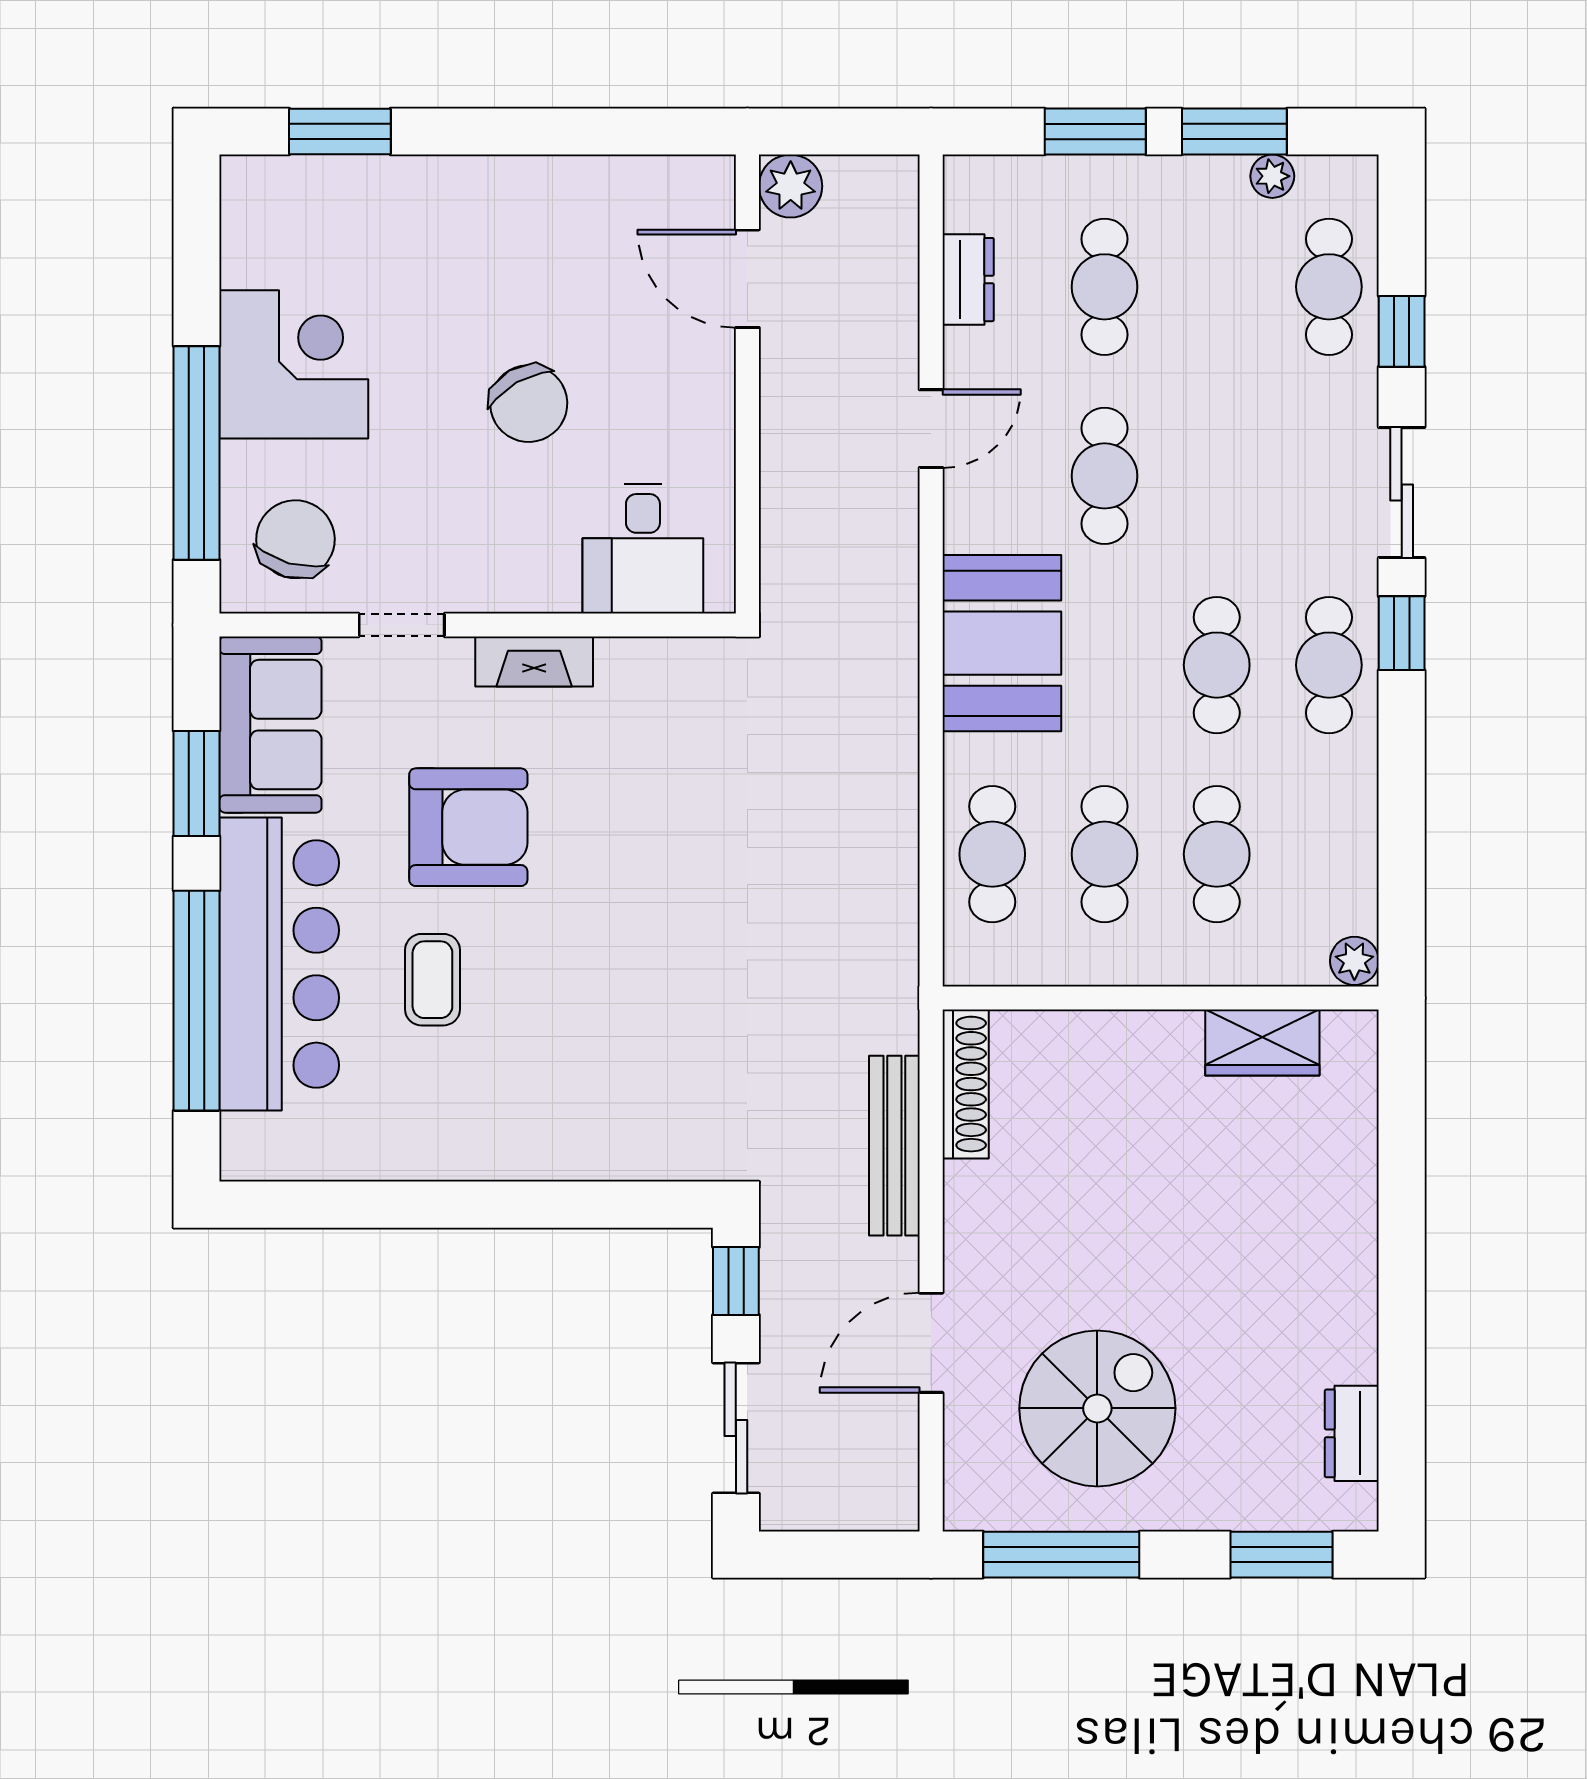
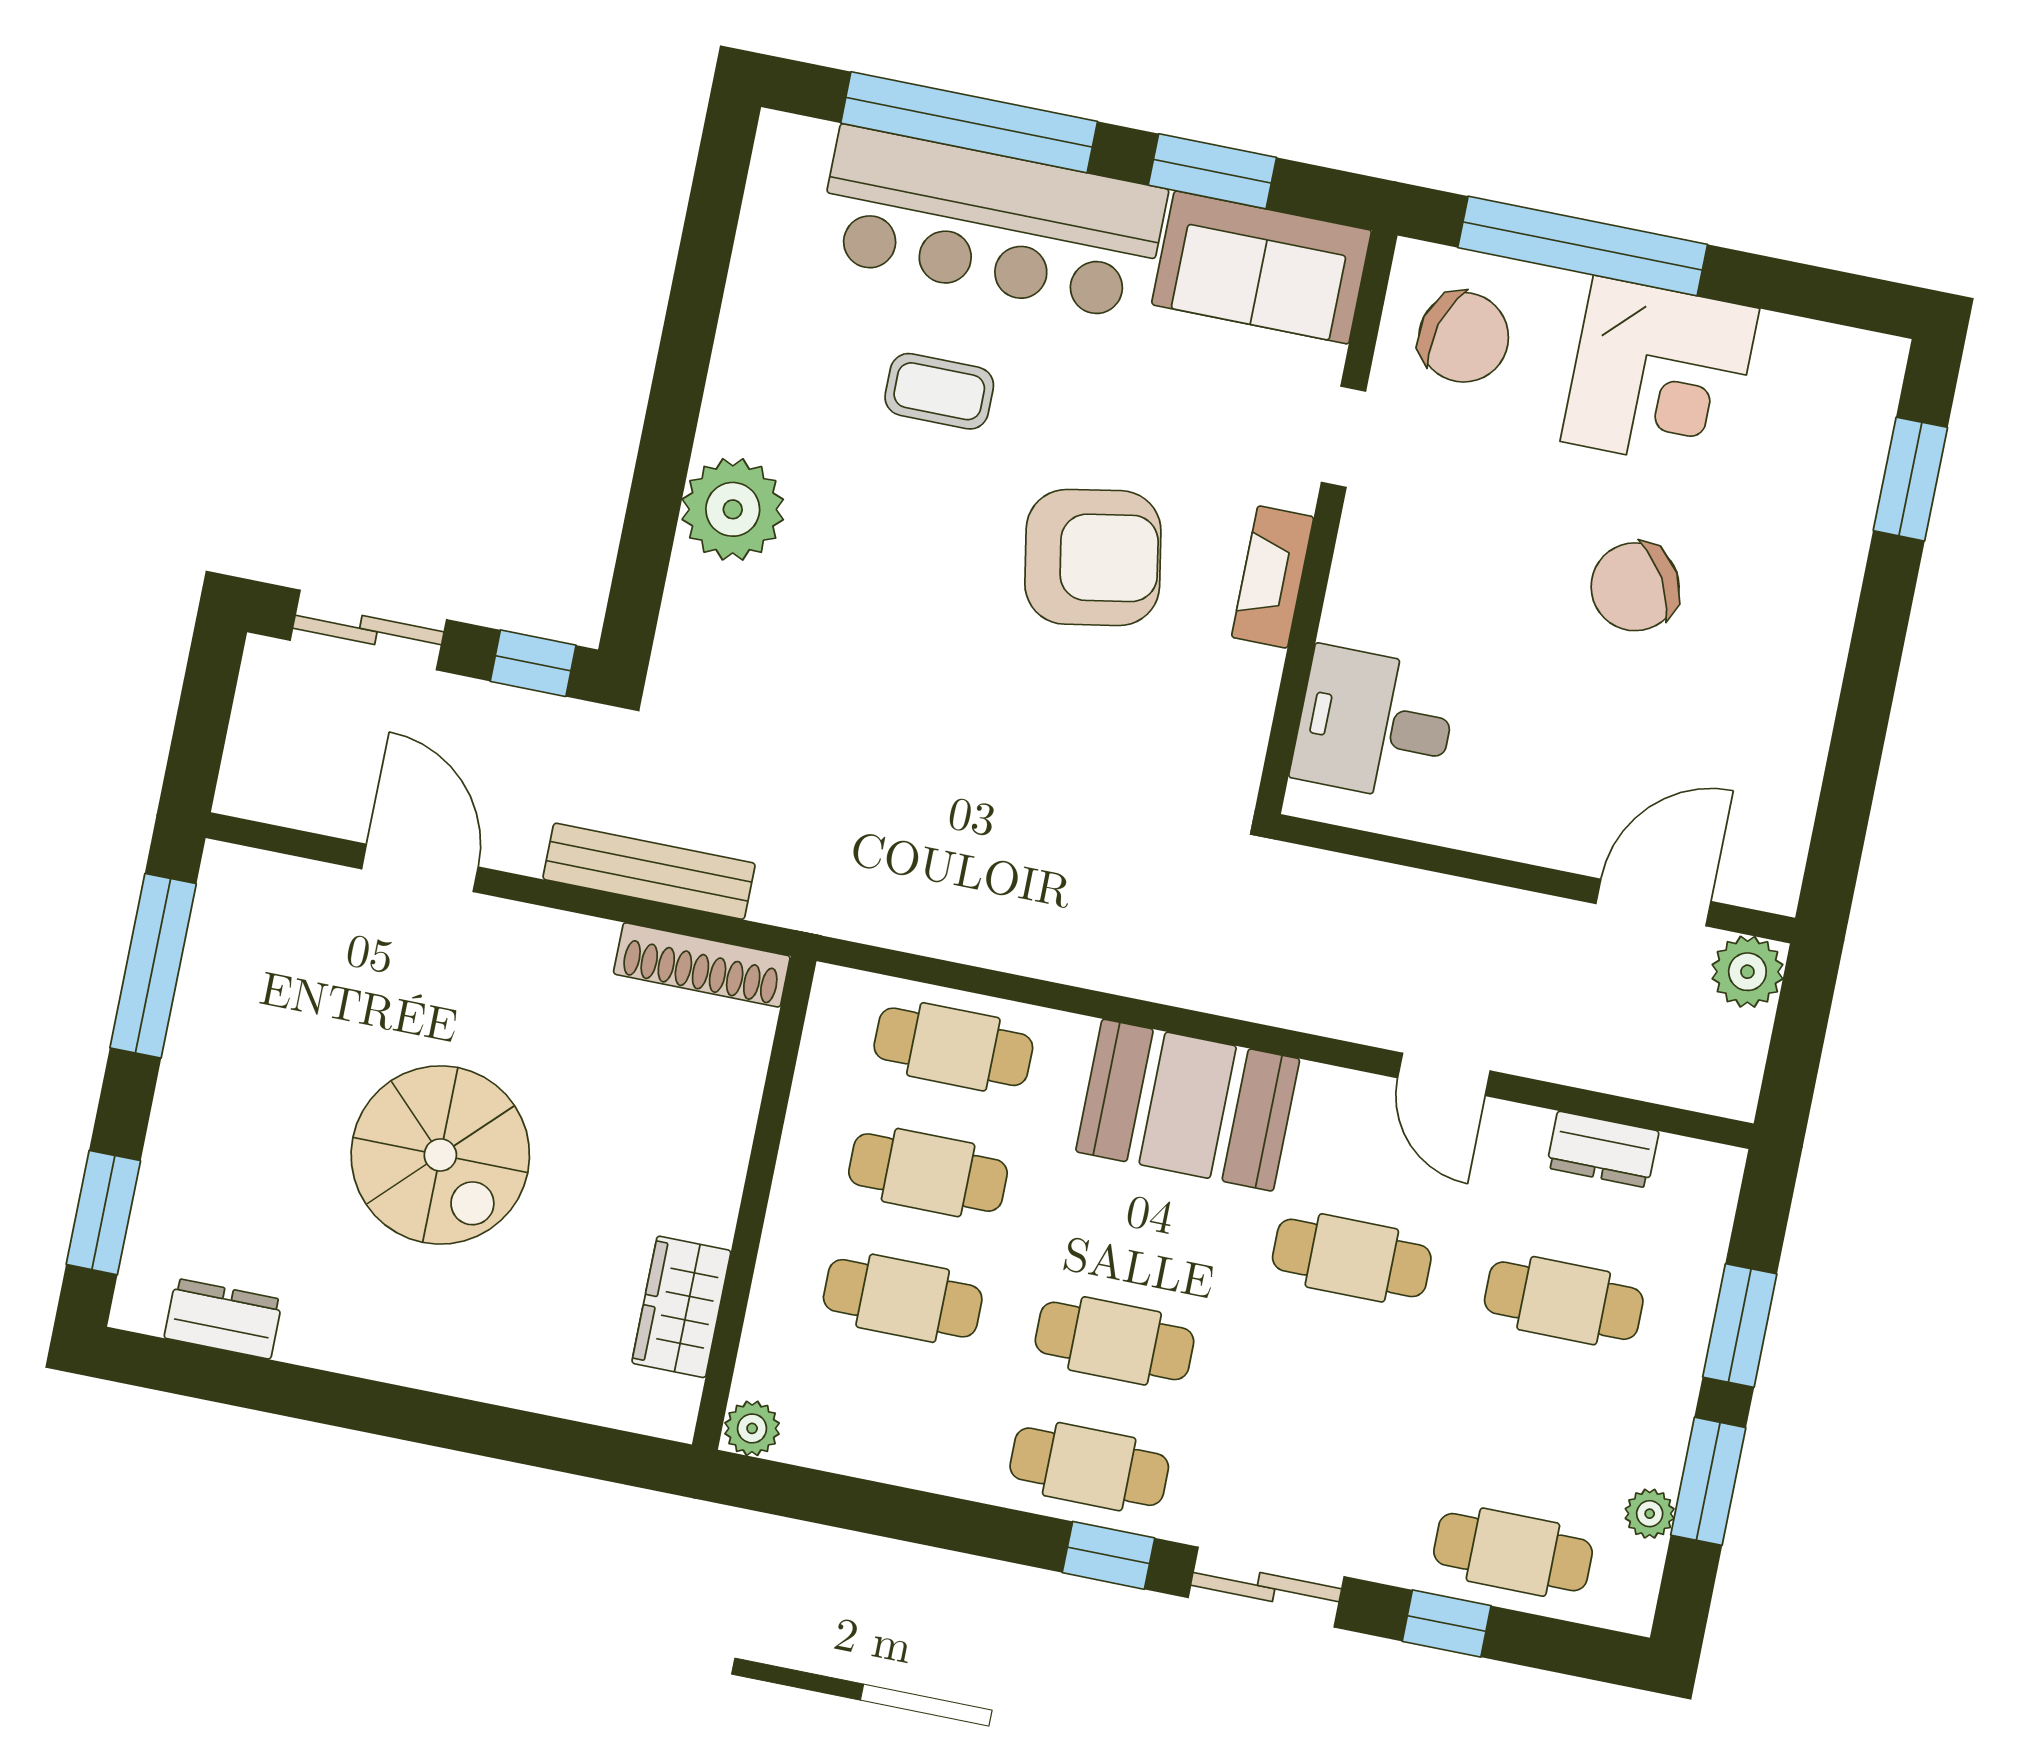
chair: (529, 404) -> (1635, 587), moved
armchair: (468, 827) -> (1093, 557), moved, turned -100
plant: (569, 1136) -> (733, 509), added
spiral stairs: (1097, 1408) -> (440, 1155), moved

